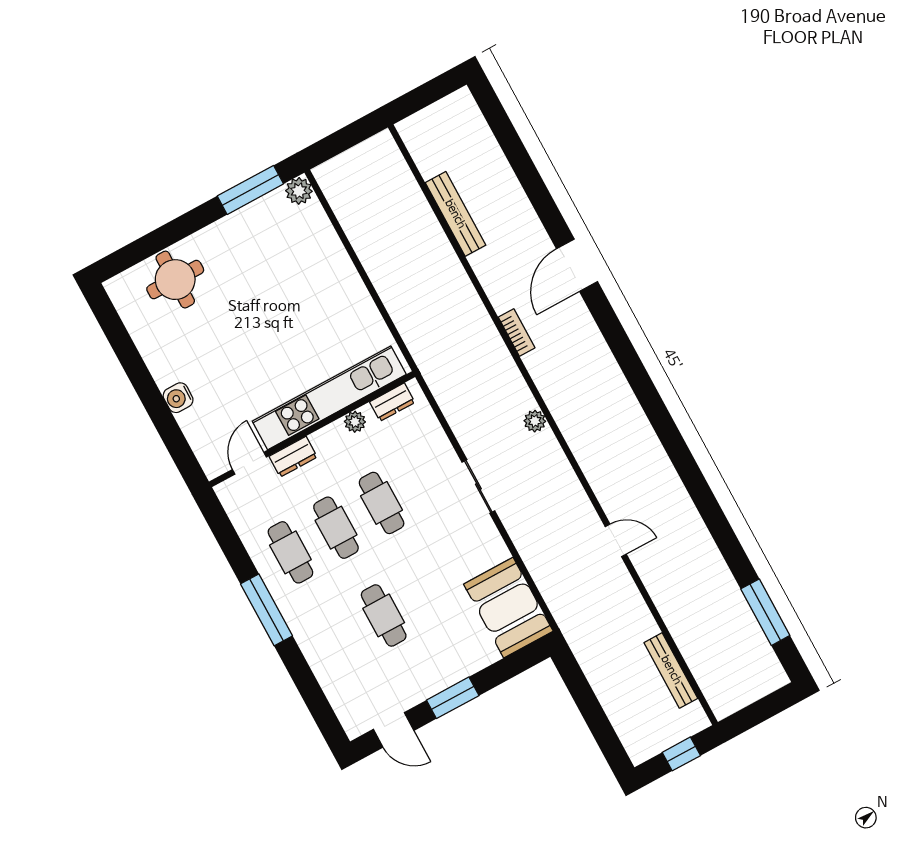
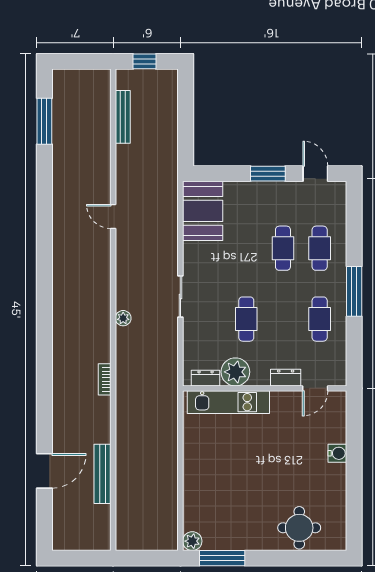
door: (577, 265) -> (44, 471), moved
kitchen unit: (329, 398) -> (228, 402), width x0.73
plant: (355, 422) -> (235, 372), width x1.88, depth x1.88
cafe table: (336, 528) -> (320, 248), moved

